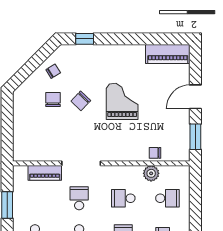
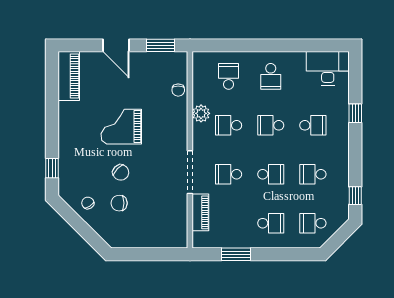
plant: (151, 173) -> (201, 113), moved
school desk: (123, 198) -> (229, 125), turned 90

